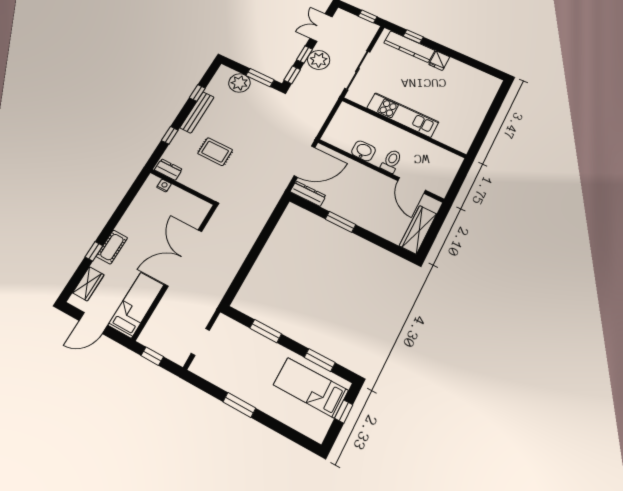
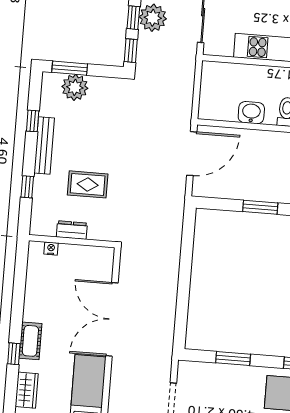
window: (260, 78) -> (70, 68), moved
dresser: (168, 170) -> (72, 230), moved
dresser: (308, 194) -> (212, 190), removed

